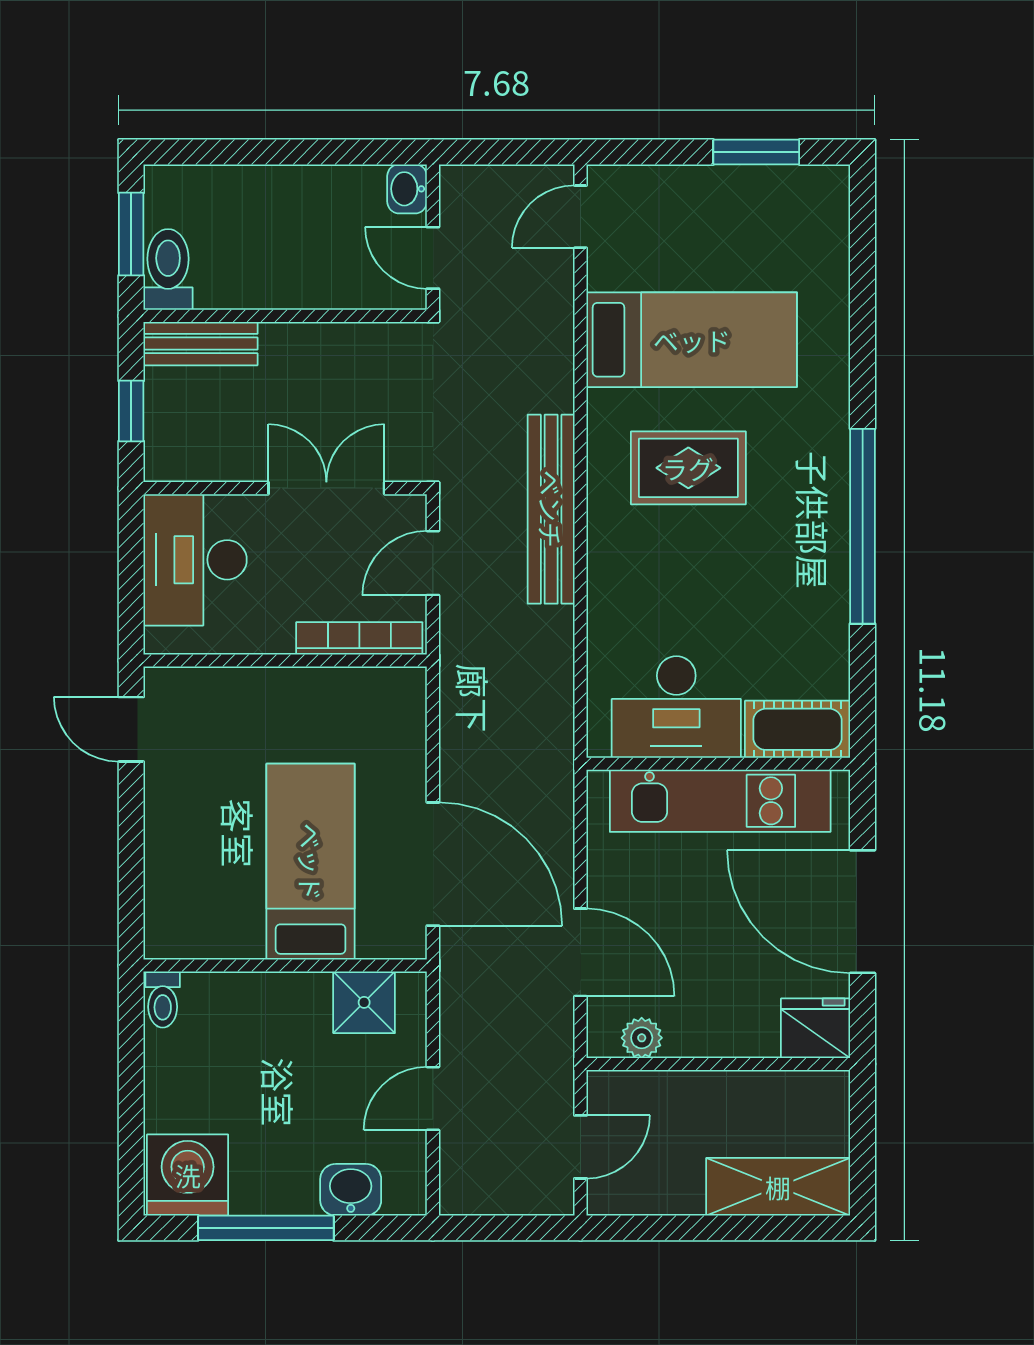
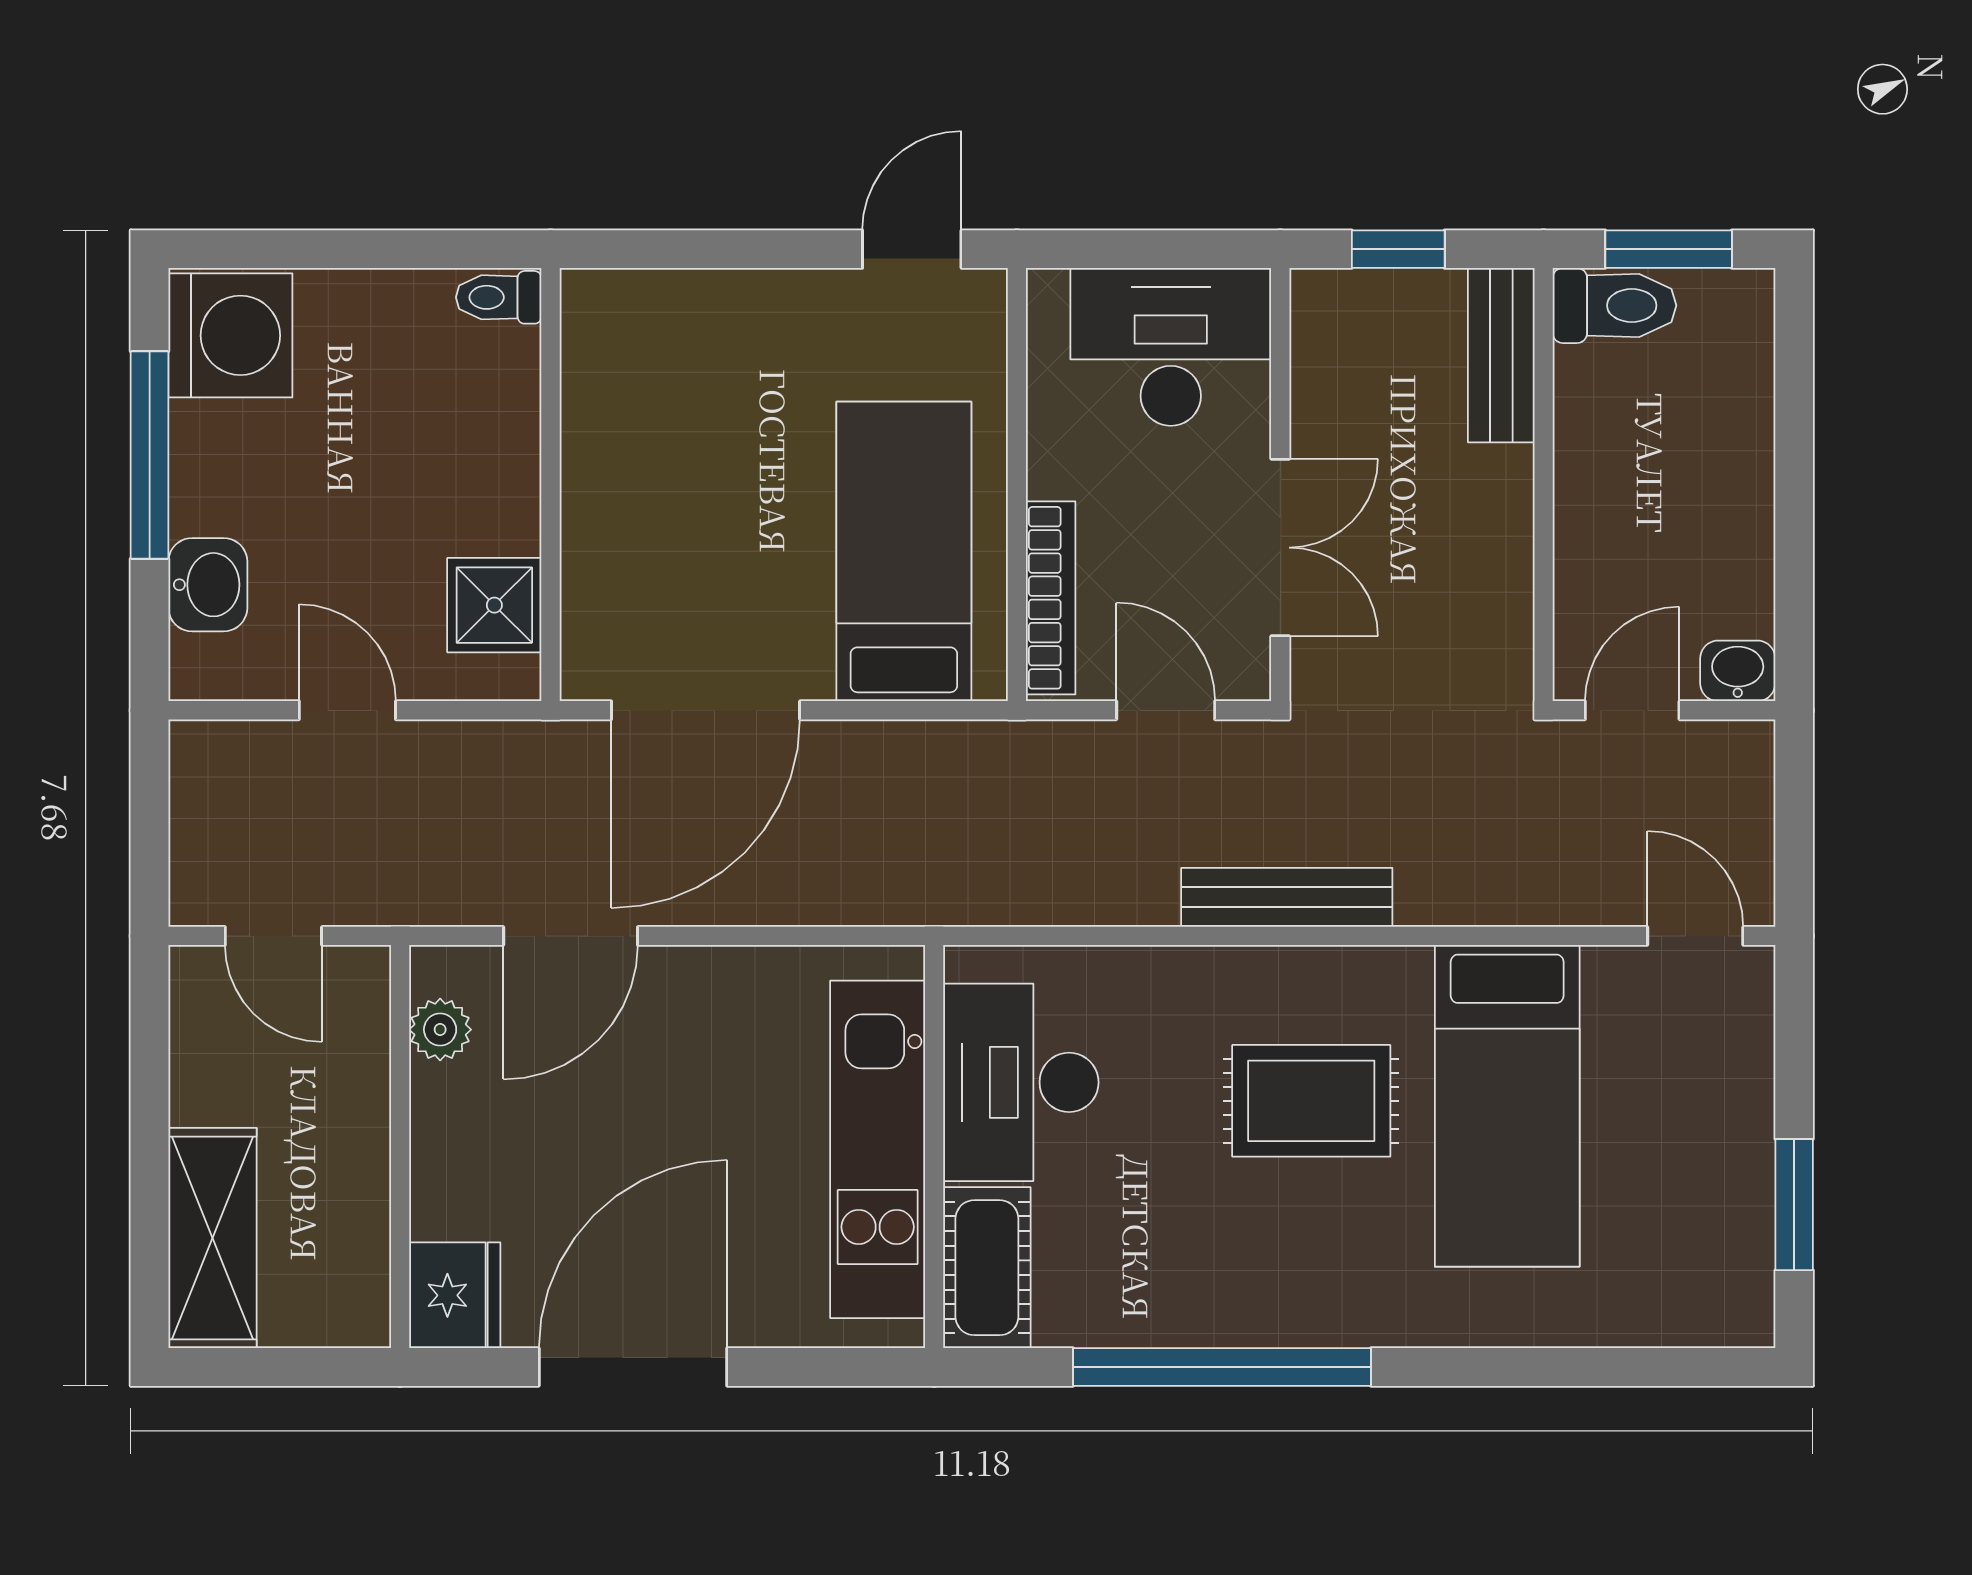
rug: (688, 468) -> (1311, 1101), turned 90
bench: (551, 509) -> (1287, 897), width x0.73, depth x0.82
desk: (676, 707) -> (1021, 1082), moved
cot: (798, 729) -> (987, 1268), moved
wall: (718, 764) -> (934, 1147), moved
kitchen unit: (720, 801) -> (878, 1149), moved
bed: (311, 862) -> (904, 551), moved, turned -90

